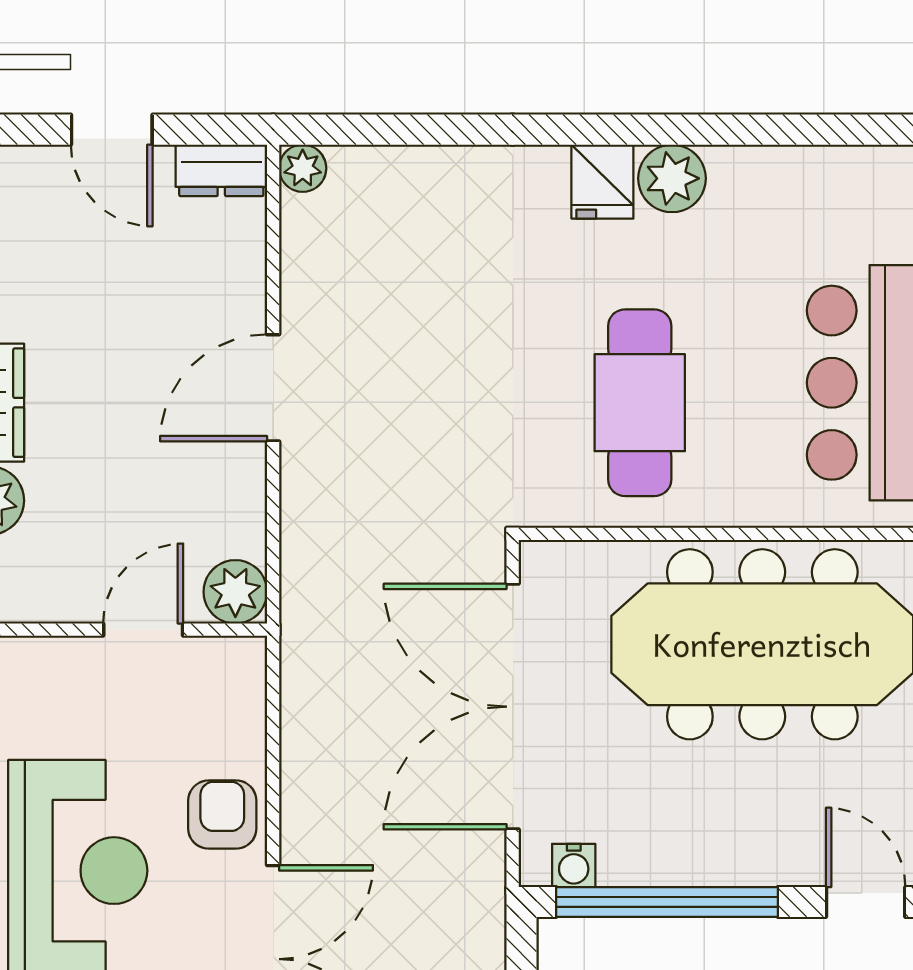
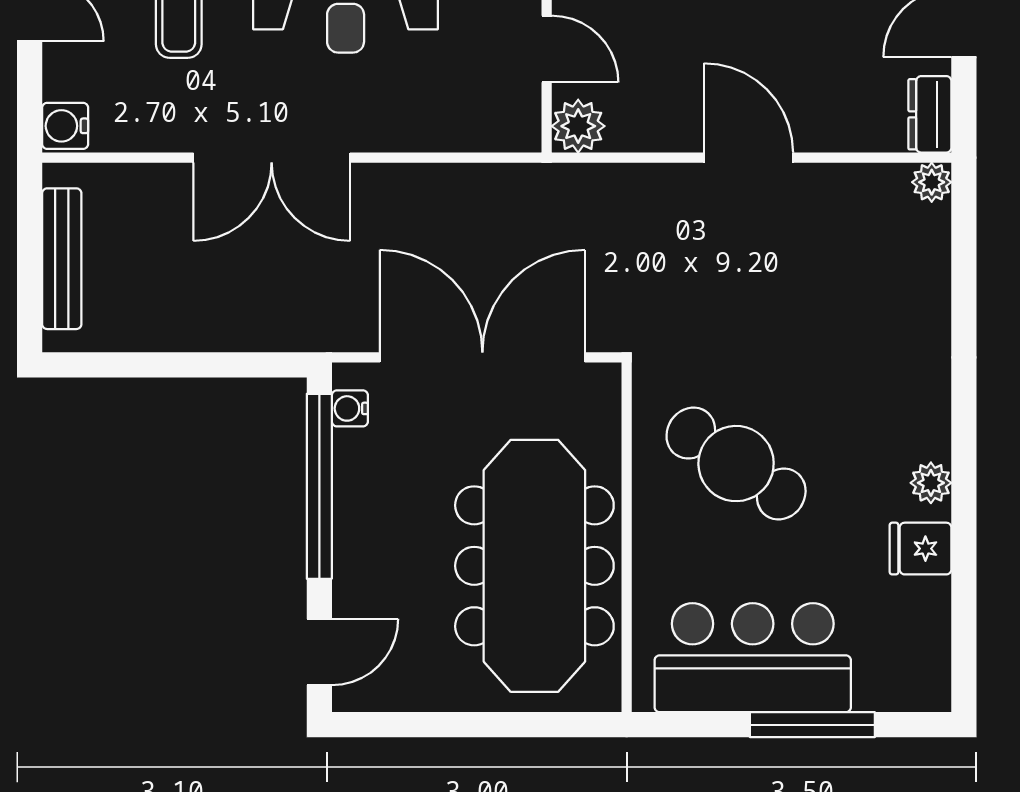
plant: (672, 178) -> (931, 483), width x0.73, depth x0.73
fridge: (602, 182) -> (921, 549), moved
cafe table: (640, 403) -> (736, 464), turned 34
armchair: (222, 815) -> (392, 115), removed

